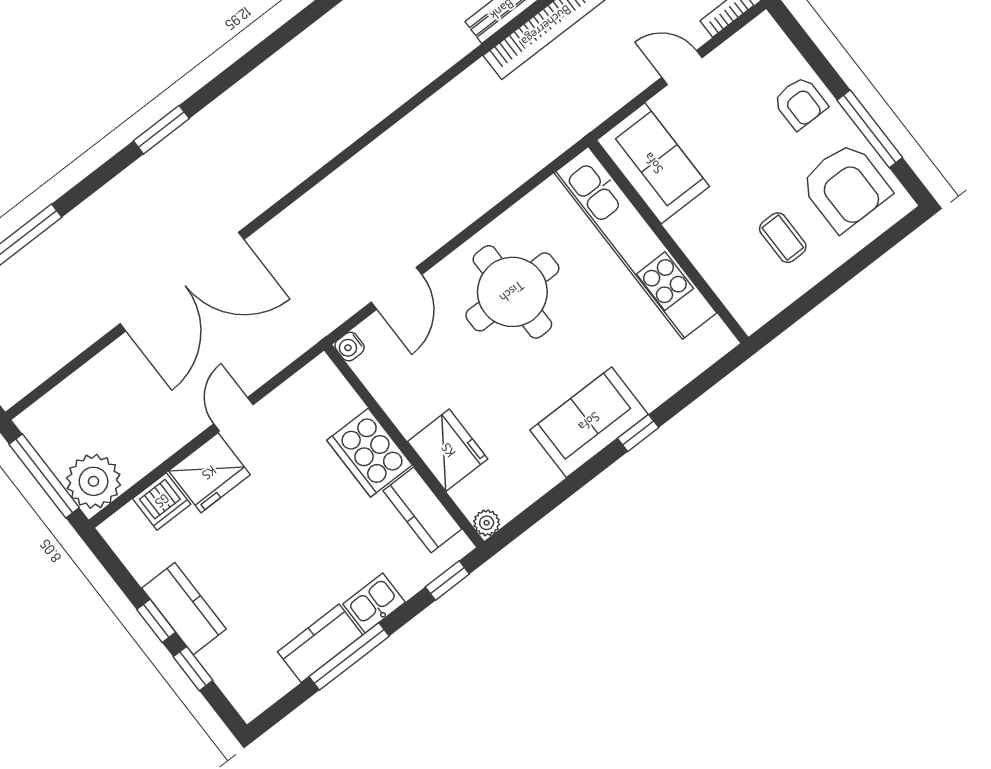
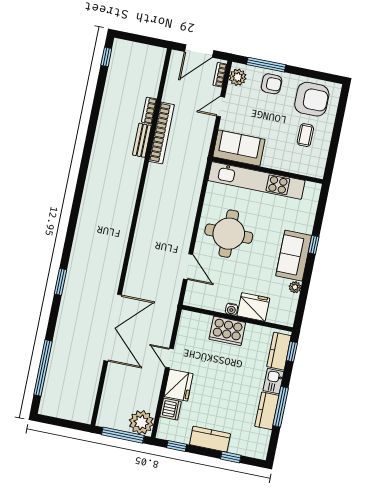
plant: (753, 43) -> (238, 77), added
window: (870, 129) -> (266, 65), moved
coffee table: (783, 238) -> (305, 135), turned 90
water cooler: (350, 347) -> (231, 309), moved
kitchen counter: (422, 510) -> (279, 351), moved, turned 90
plant: (487, 523) -> (295, 287), moved
window: (156, 621) -> (177, 446), moved

